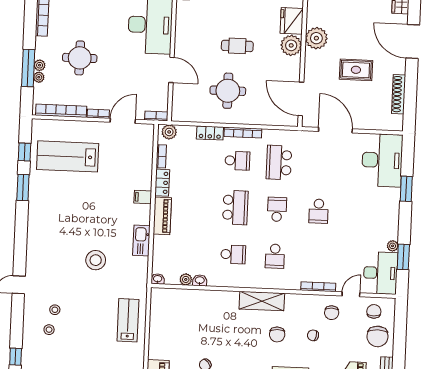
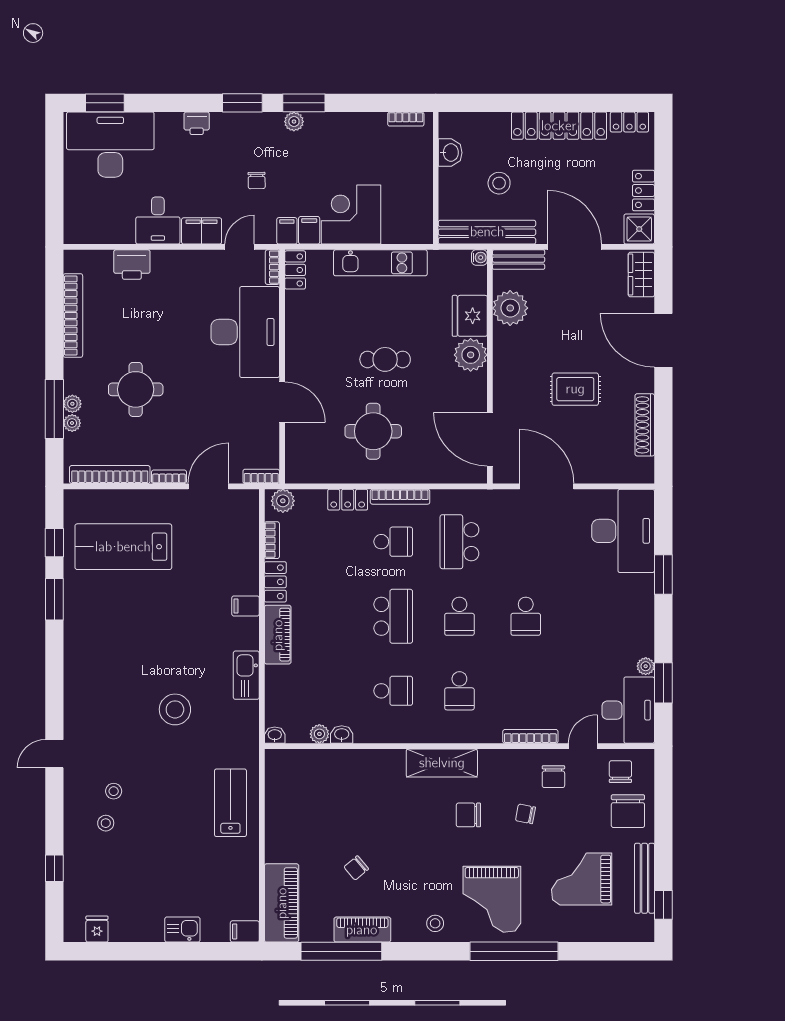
plant: (316, 38) -> (510, 308), moved
school desk: (277, 209) -> (459, 616), turned 180
chair: (277, 334) -> (468, 815), turned 90

